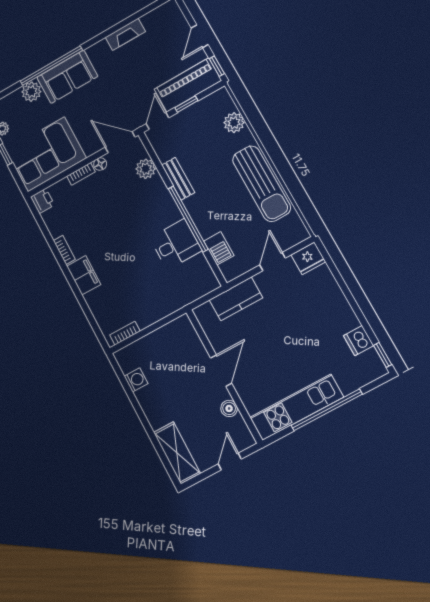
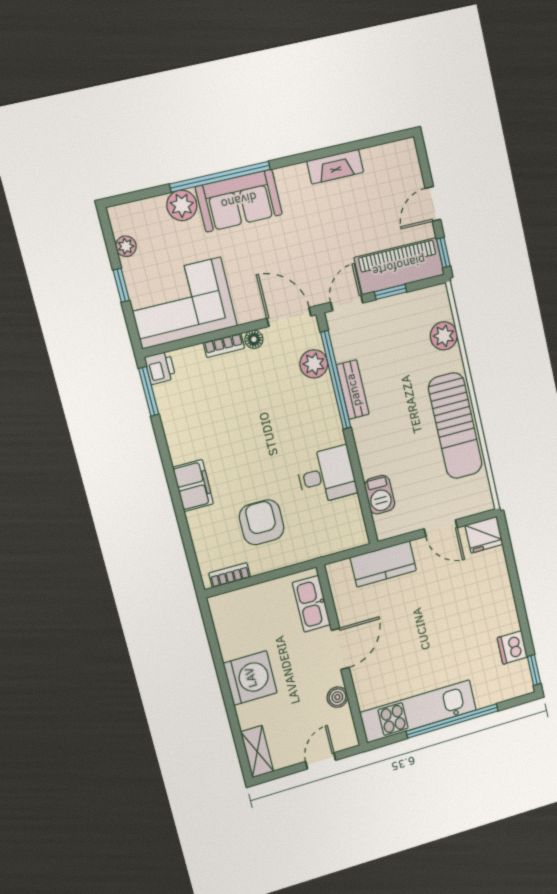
window: (39, 219) -> (149, 391), added
window: (188, 219) -> (336, 380), moved
bookcase: (64, 250) -> (175, 444), removed
door: (273, 262) -> (441, 528), swing flipped
armchair: (138, 290) -> (262, 522), added
kitchen sink: (190, 341) -> (311, 604), added
washing machine: (136, 380) -> (250, 678), moved, width x1.89, depth x1.89
shelving: (177, 453) -> (257, 752), width x0.67, depth x0.75

